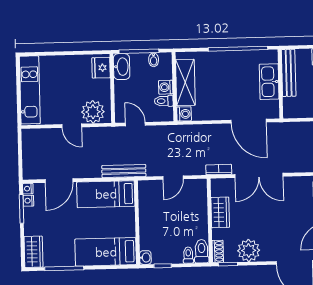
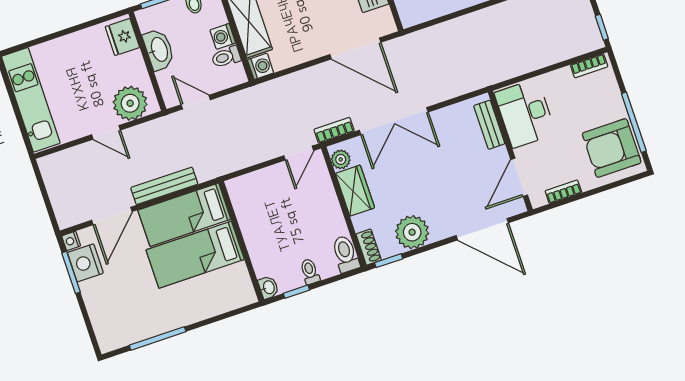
washbasin: (122, 67) -> (159, 50), moved
bench: (124, 171) -> (164, 186), moved
door: (173, 178) -> (299, 153), moved
plant: (217, 190) -> (341, 159), added
nightstand: (28, 201) -> (85, 263), width x1.89, depth x1.79
wardrobe: (34, 252) -> (107, 328), removed
bed: (106, 252) -> (195, 255), moved
toilet: (188, 255) -> (310, 272), moved

